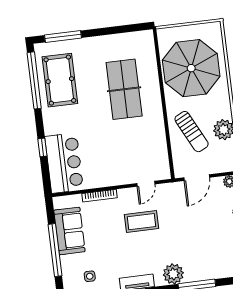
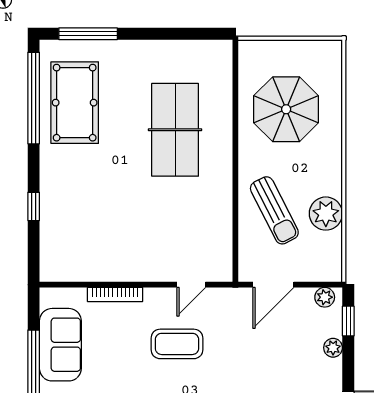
parasol: (191, 68) -> (286, 109), width x0.73, depth x0.73
bar counter: (64, 163) -> (65, 235), removed

